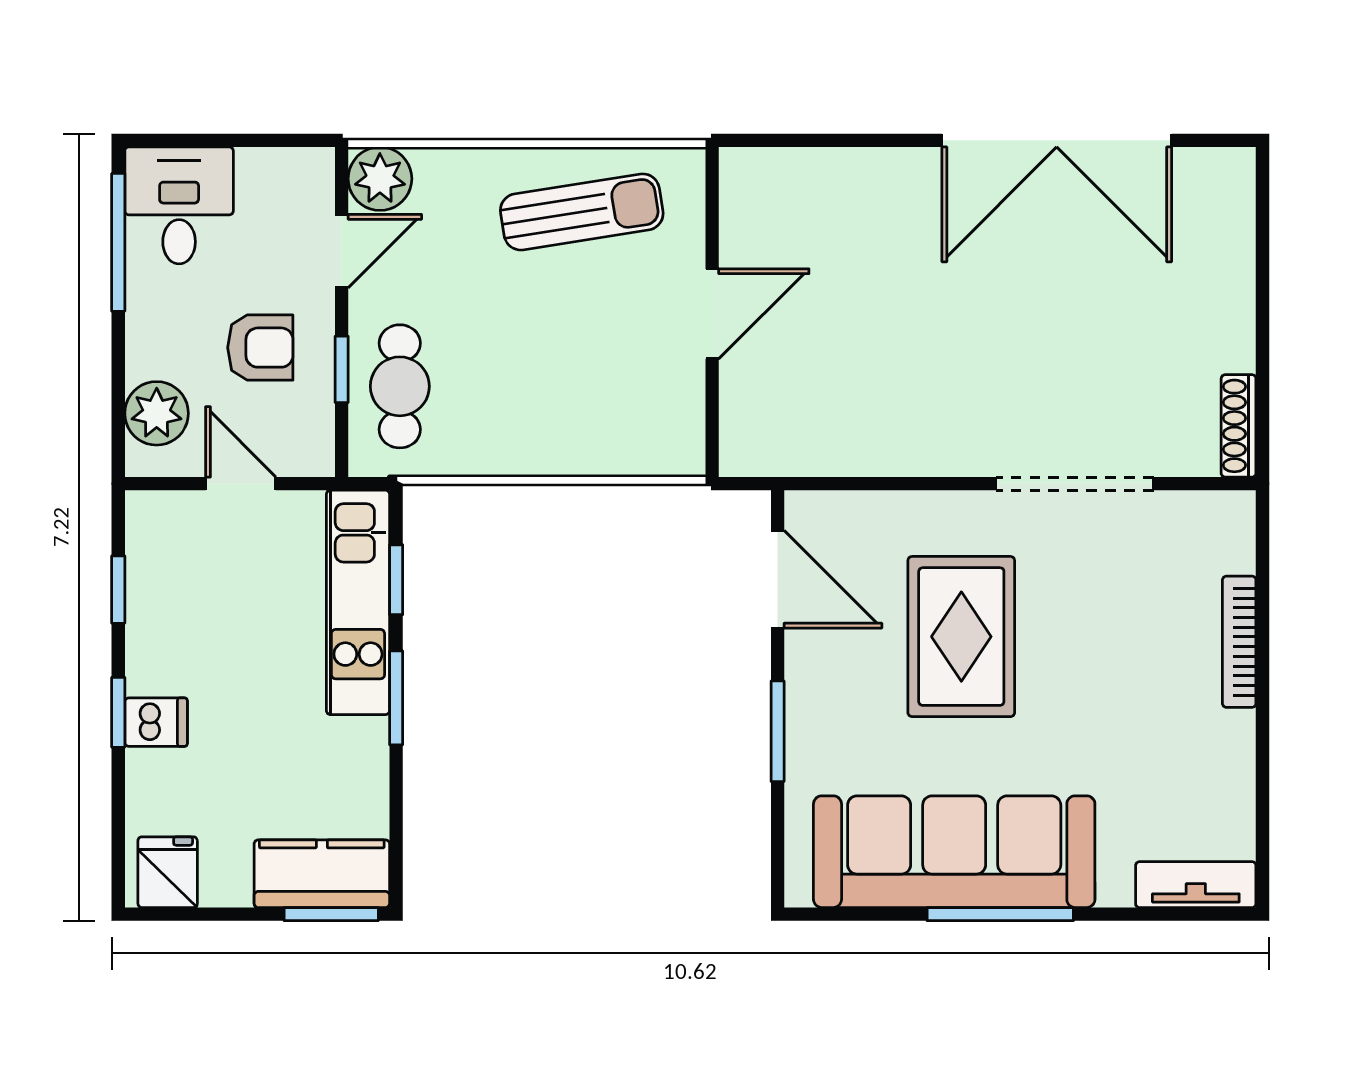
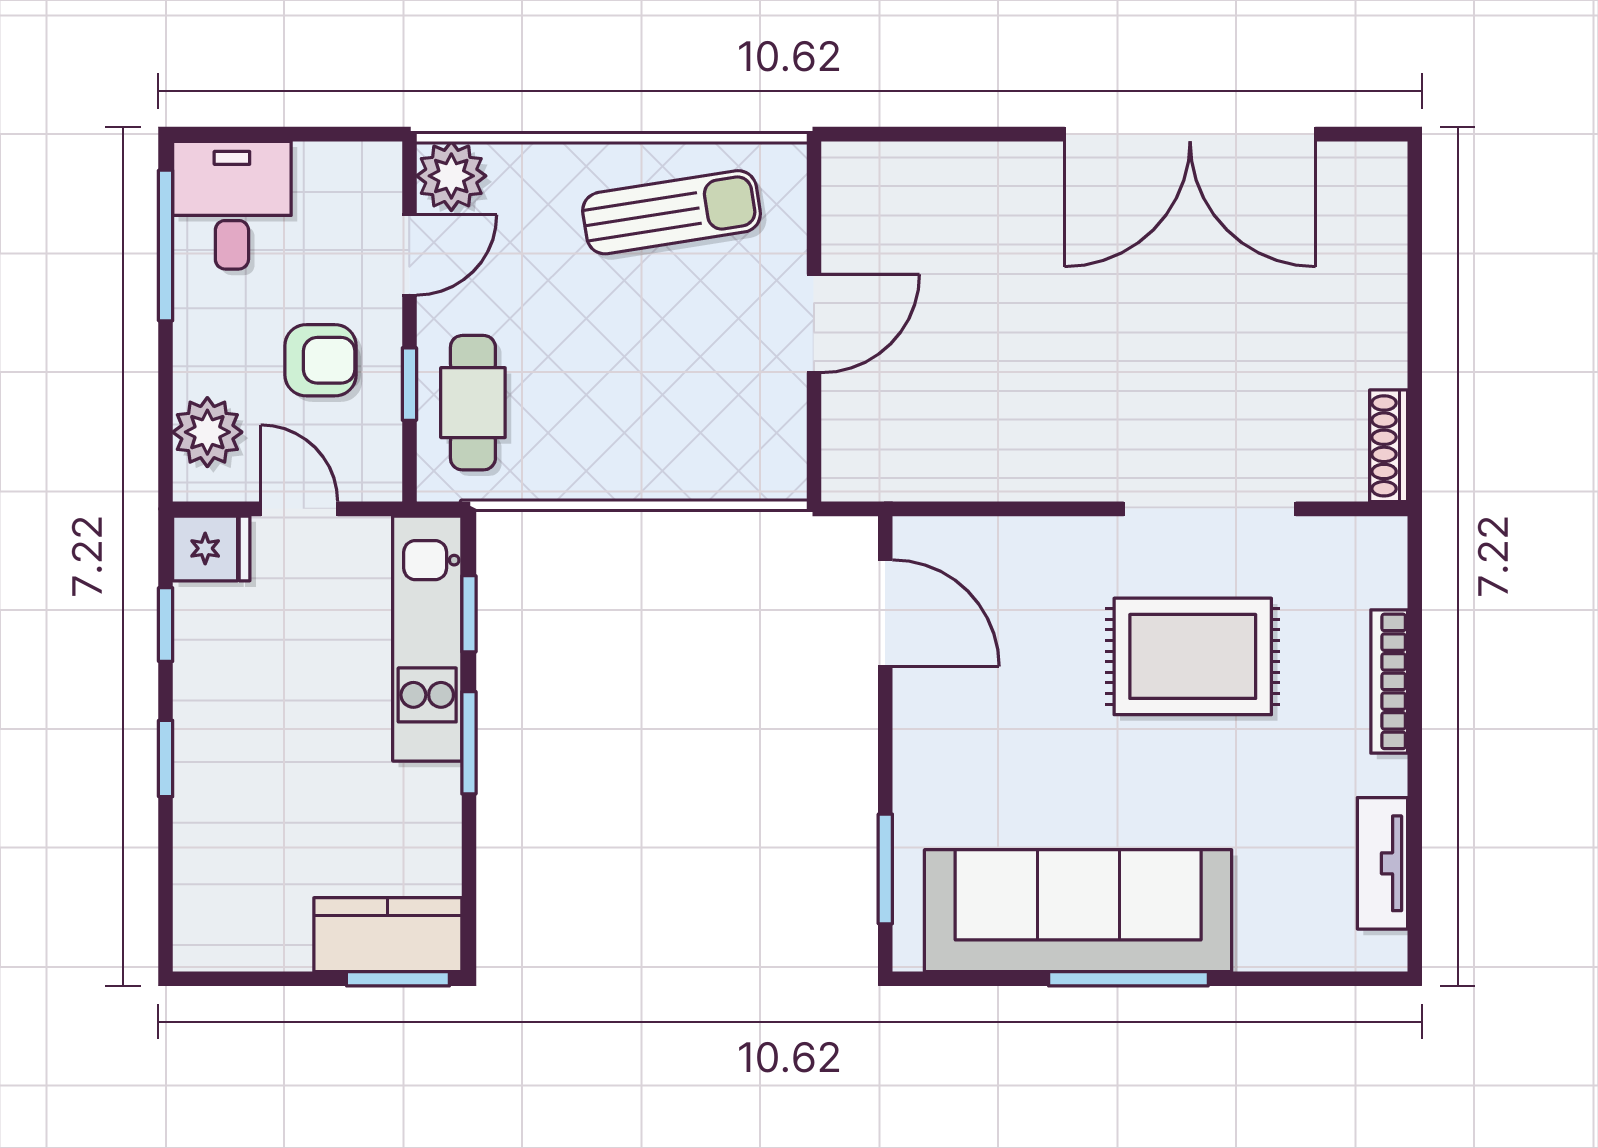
rug: (961, 637) -> (1193, 656), moved, turned 90
dishwasher: (156, 722) -> (207, 769), removed
window: (778, 731) -> (885, 869), moved
fridge: (168, 872) -> (211, 548), moved, turned 90
tv unit: (1196, 885) -> (1382, 863), moved, turned -90

